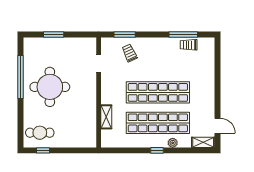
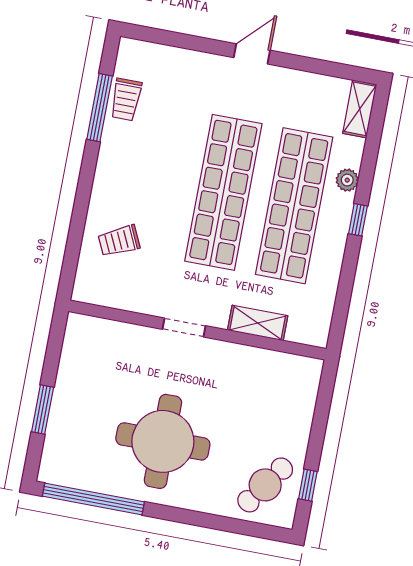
window: (125, 34) -> (74, 244), removed
doorway: (99, 64) -> (184, 327), moved
window: (20, 77) -> (93, 499), moved
door: (217, 126) -> (252, 54), moved
cafe table: (40, 133) -> (265, 485), turned 35

